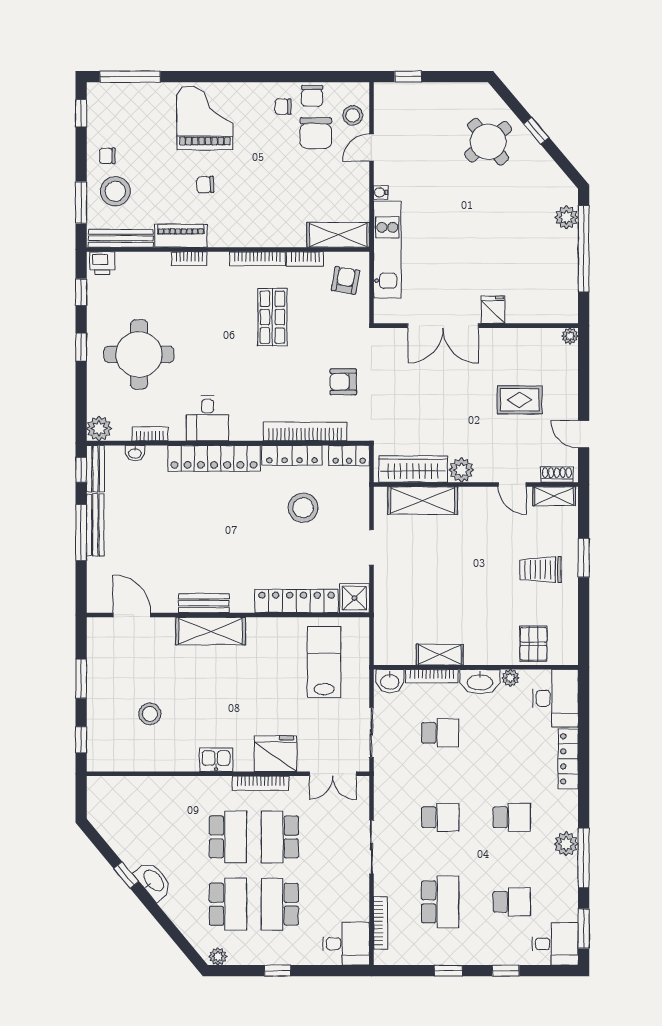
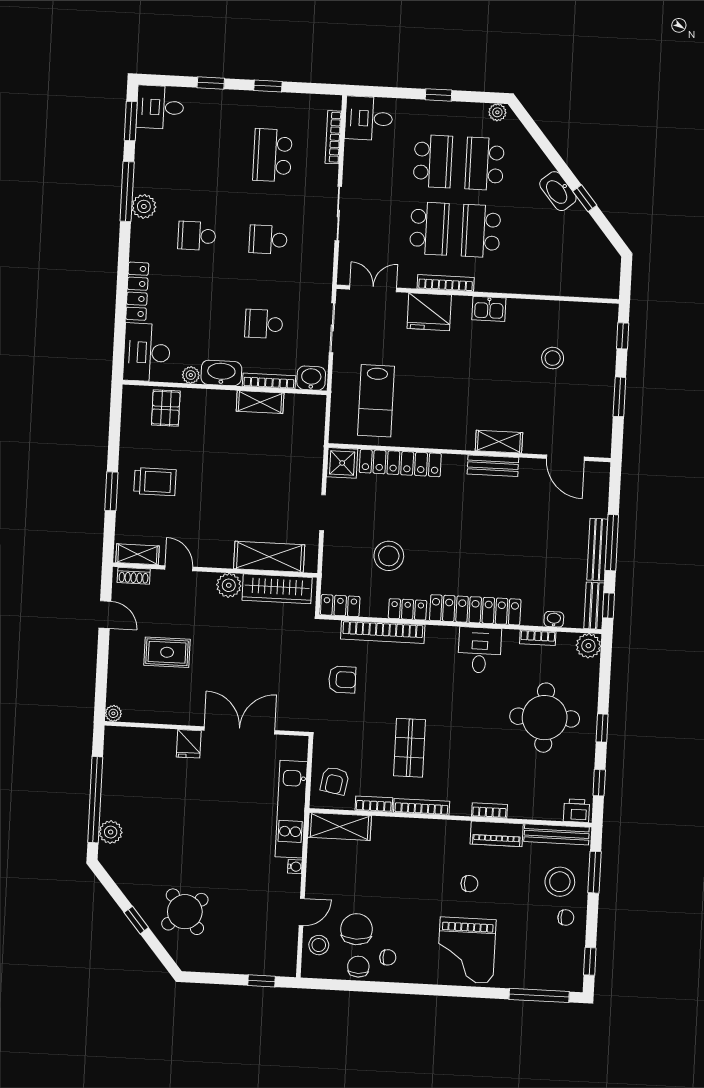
locker: (292, 455) -> (407, 609), width x0.66
shelving: (211, 631) -> (499, 442), width x0.67, depth x0.75
school desk: (512, 902) -> (201, 151), removed

